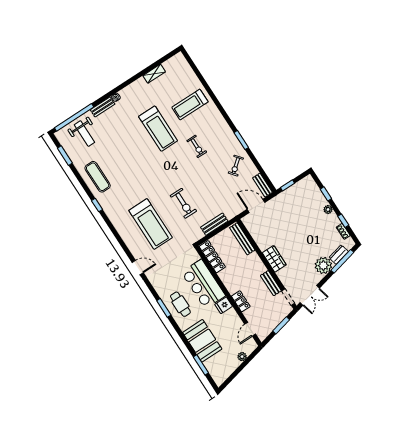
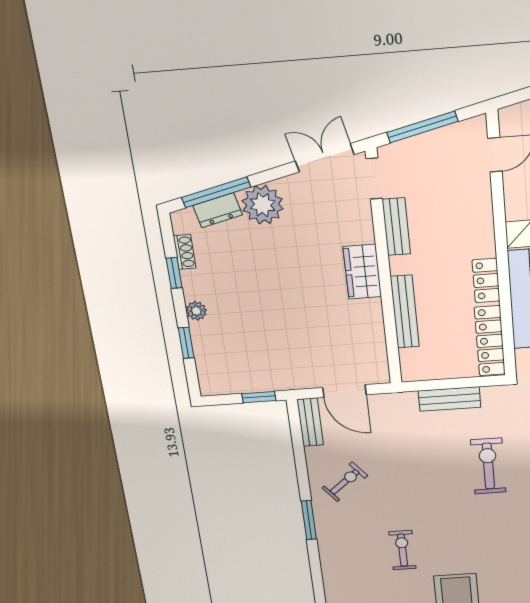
bench: (242, 239) -> (405, 312), moved
locker: (241, 301) -> (486, 281), moved
window: (281, 325) -> (422, 127), width x1.44

